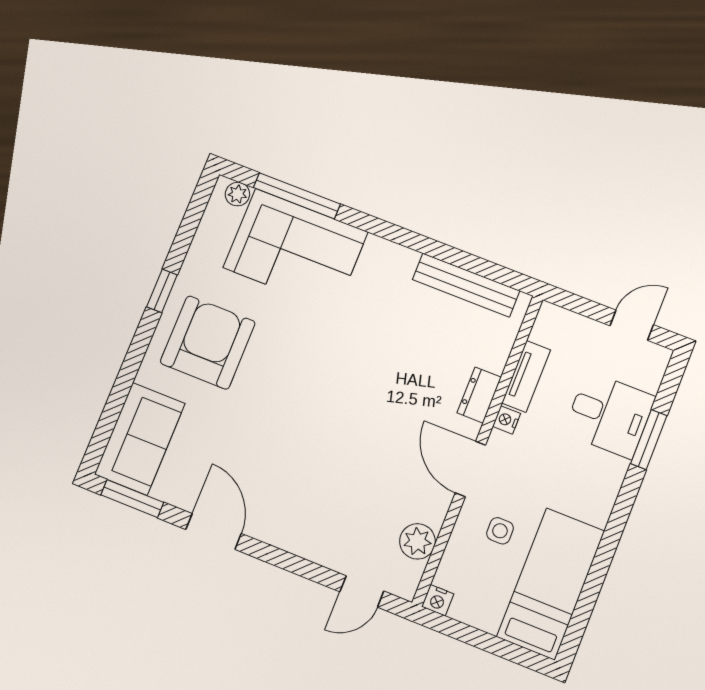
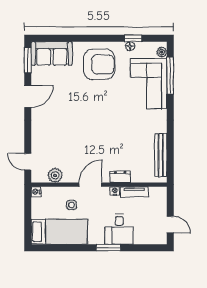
floor lamp: (196, 258) -> (130, 46), added
window: (162, 291) -> (133, 38), moved
desk: (609, 415) -> (119, 229), moved
window: (649, 440) -> (108, 248), moved

